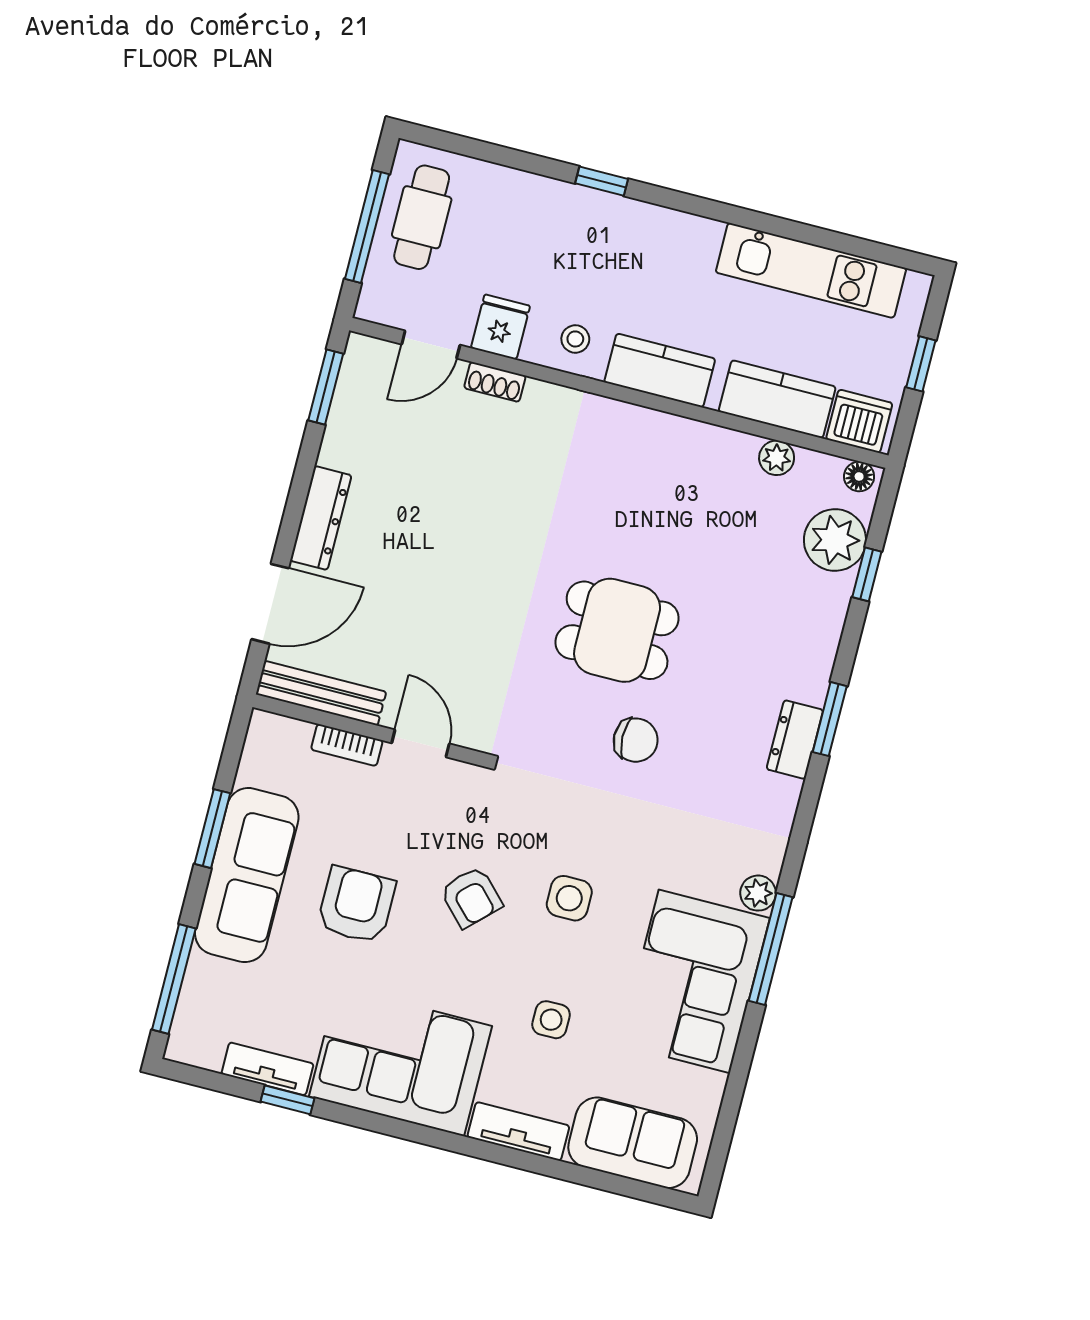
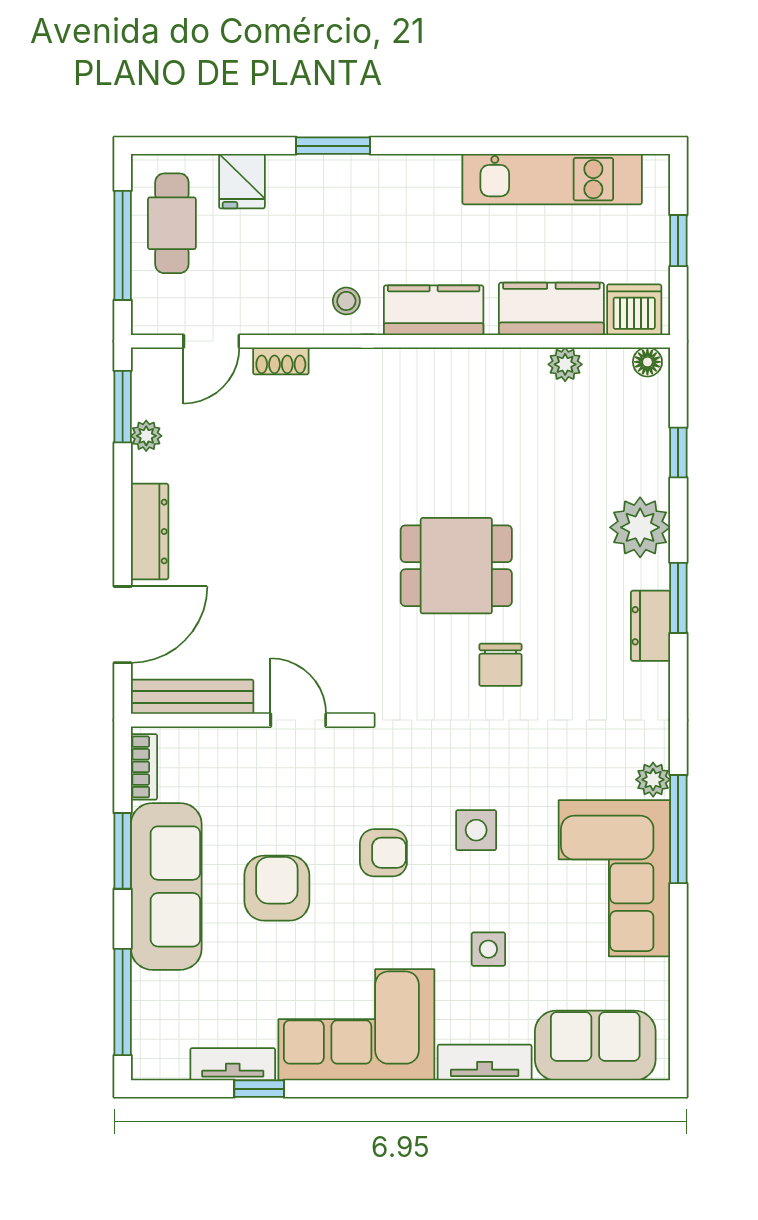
window: (602, 181) -> (333, 146), width x1.50
fridge: (500, 327) -> (242, 181), moved, turned 180
plant: (342, 422) -> (146, 436), added
plant: (835, 540) -> (640, 527), moved
chair: (636, 740) -> (500, 665), turned 91
bookcase: (347, 745) -> (144, 767), moved, turned -90
armchair: (471, 897) -> (383, 853), turned -46

